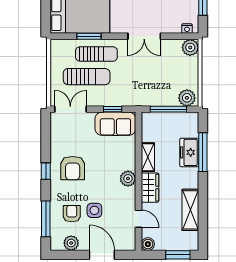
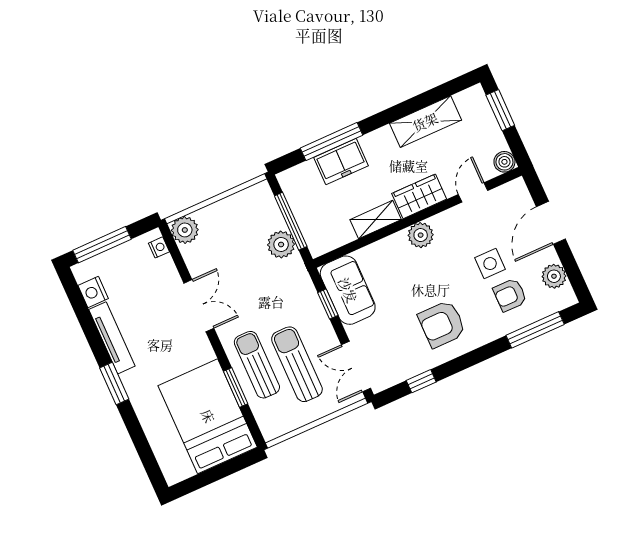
plant: (187, 98) -> (281, 244), moved
armchair: (73, 168) -> (442, 324), turned 180
window: (46, 171) -> (421, 381), moved

